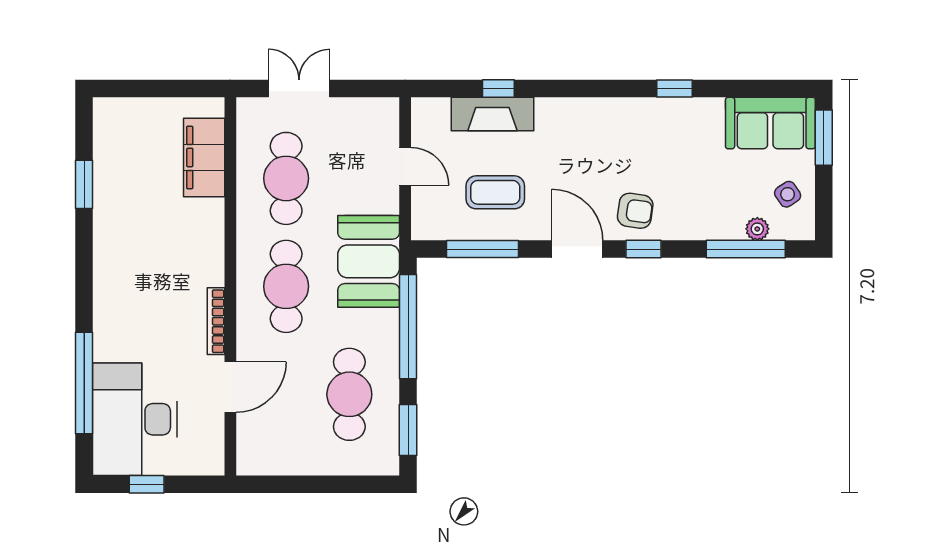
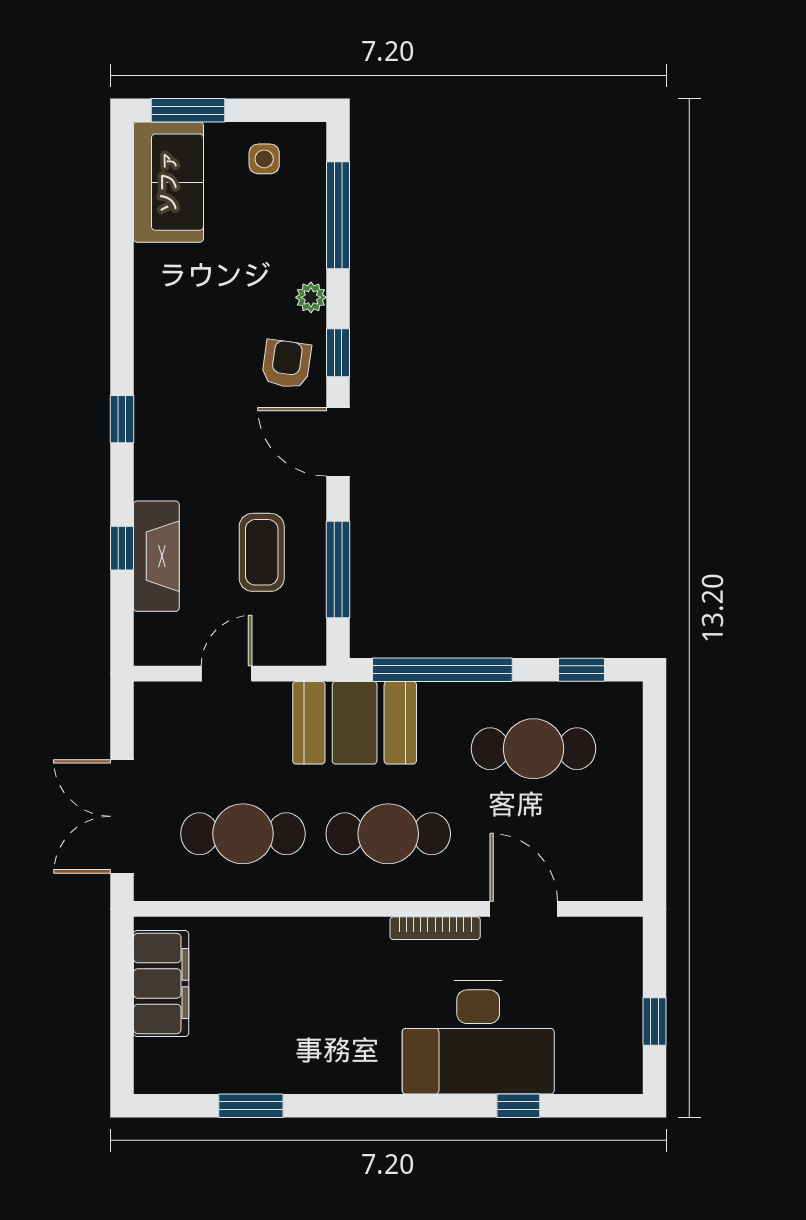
double door: (299, 89) -> (122, 816), width x1.37
window: (674, 89) -> (122, 419), moved
filing cabinet: (204, 157) -> (161, 984), moved, turned -90
side table: (788, 194) -> (264, 159), turned 34
plant: (757, 229) -> (311, 297), moved
door: (577, 249) -> (338, 442), hinge flipped
window: (84, 383) -> (518, 1106), width x0.32
desk: (135, 419) -> (478, 1037), moved
window: (408, 430) -> (581, 670), width x0.67

